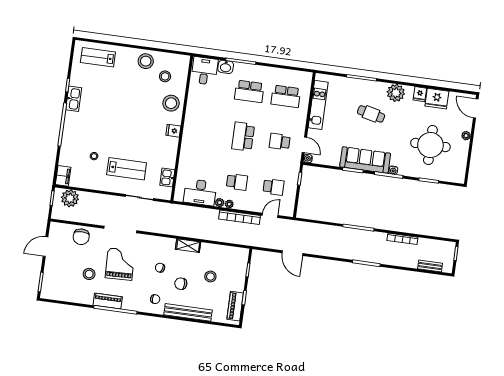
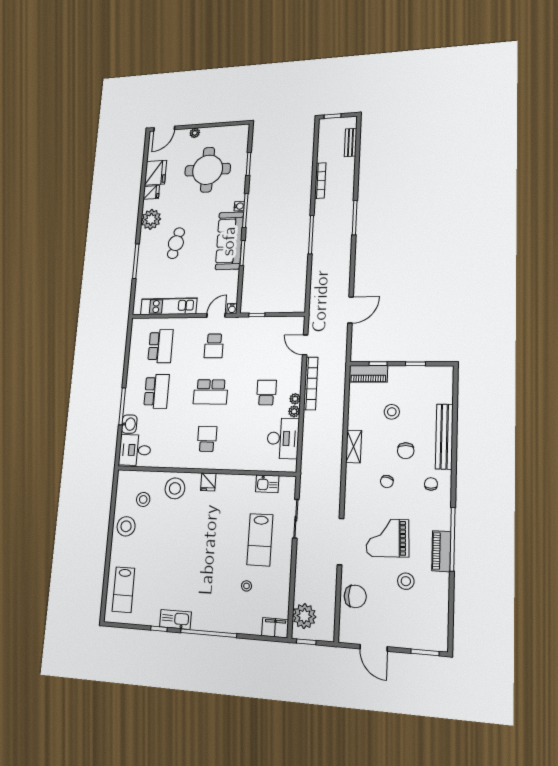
lab bench: (127, 169) -> (260, 540), turned 180
school desk: (273, 187) -> (207, 439), moved
piano: (235, 306) -> (368, 374), moved

